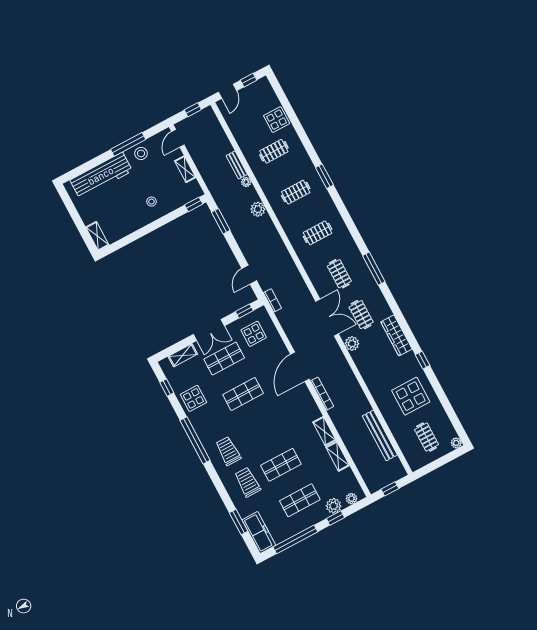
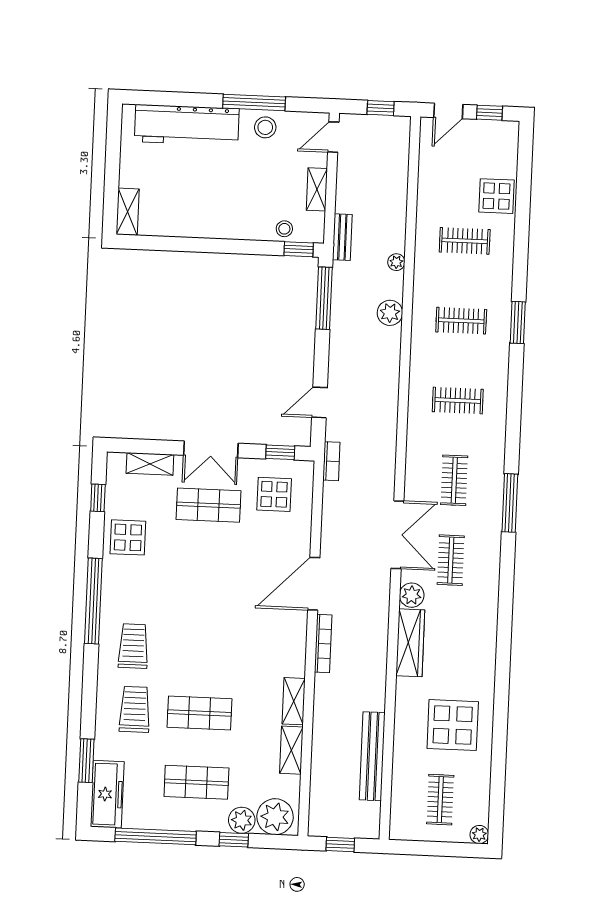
bench: (237, 165) -> (342, 237), moved
stool: (151, 202) -> (284, 229), moved
window: (221, 221) -> (324, 298), width x1.44
wardrobe: (396, 335) -> (410, 643), moved, turned 180
window: (423, 360) -> (502, 682), removed
shop shelf: (243, 394) -> (206, 574), removed
plant: (351, 499) -> (275, 817), width x1.87, depth x1.87

